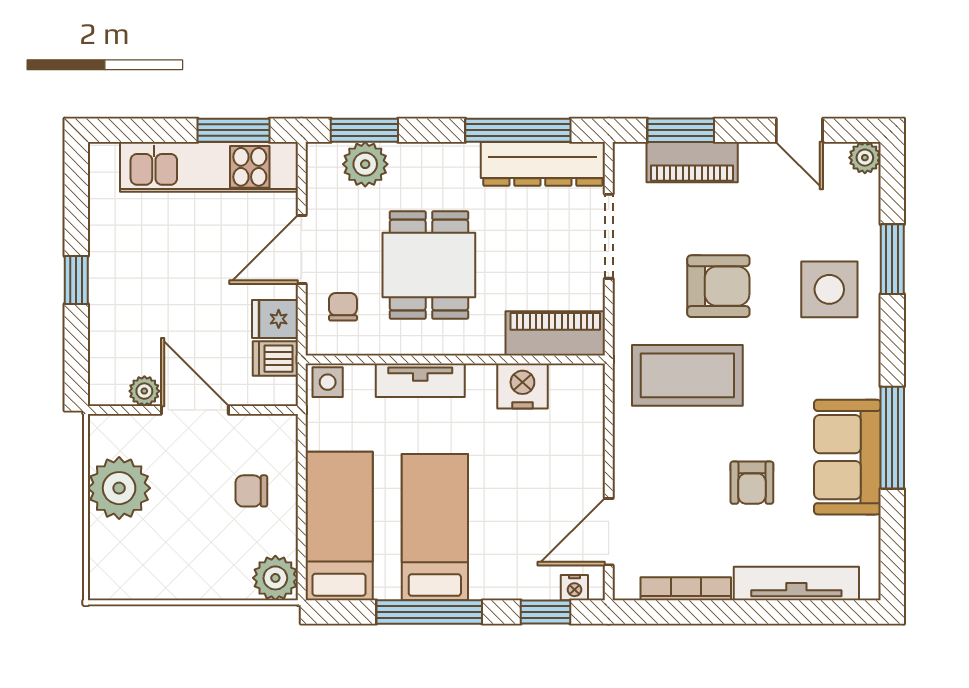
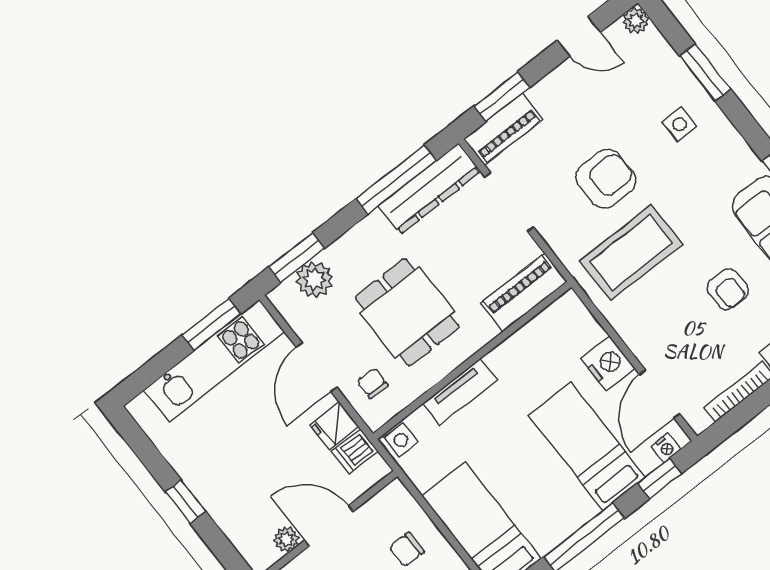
piano: (692, 162) -> (503, 129), moved
side table: (829, 289) -> (680, 124), width x0.54, depth x0.54
nightstand: (522, 386) -> (608, 363), moved, turned 90
bed: (435, 527) -> (587, 446), moved

